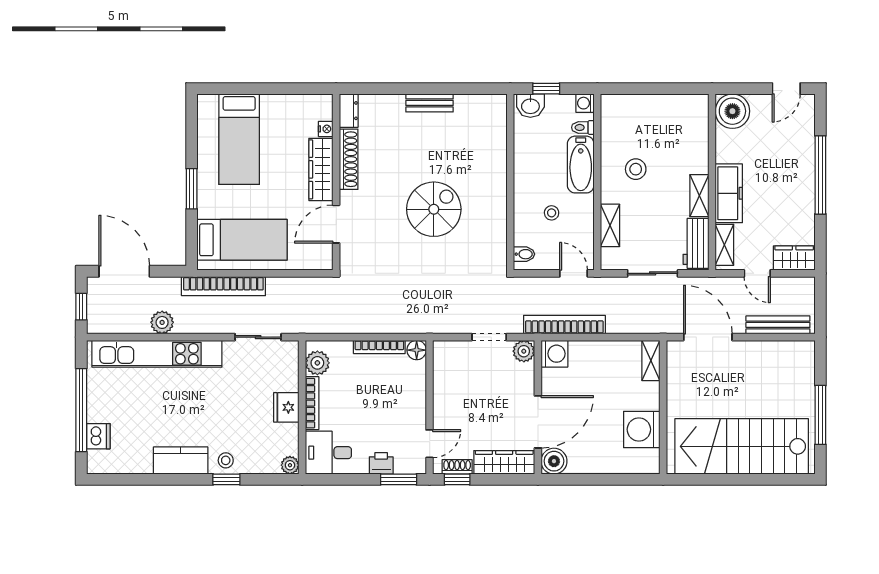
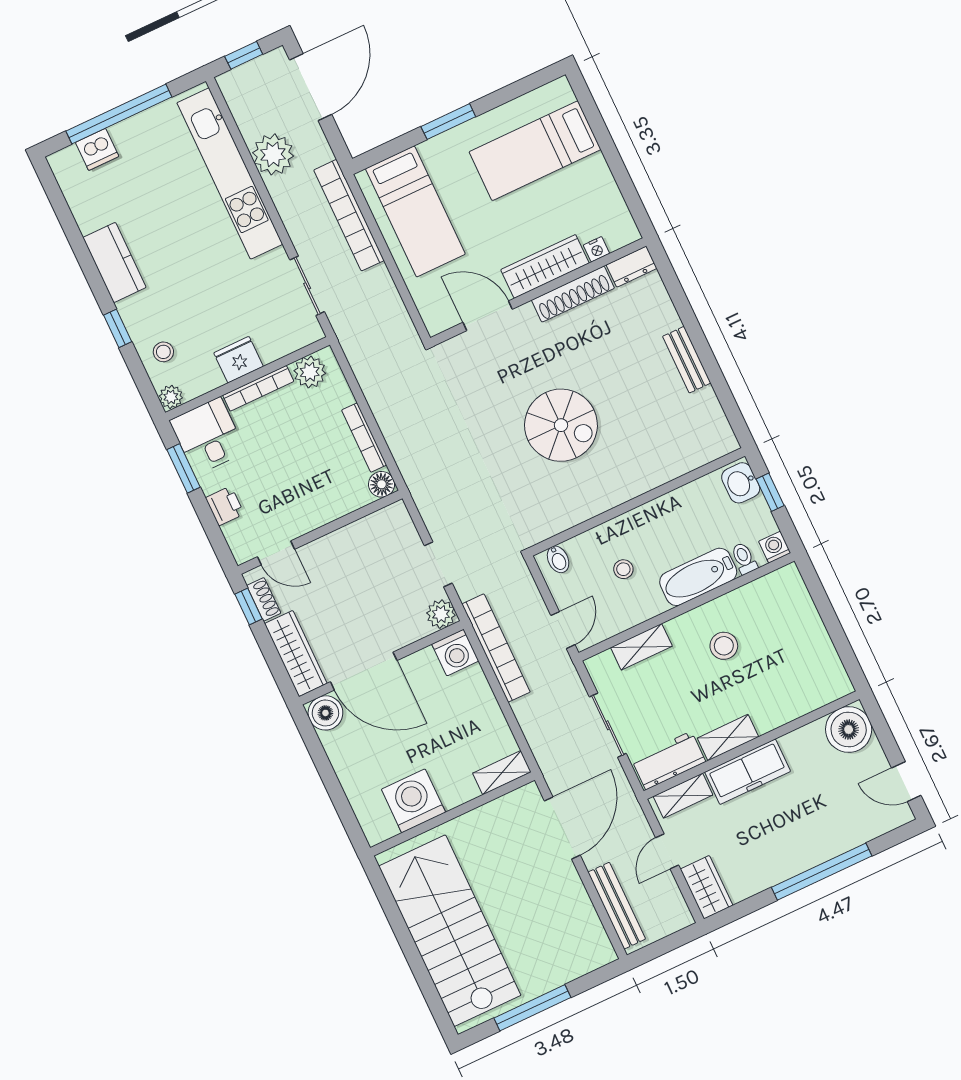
plant: (162, 322) -> (273, 154), width x1.36, depth x1.36
stool: (226, 460) -> (163, 352), moved
window: (399, 479) -> (184, 468), moved

